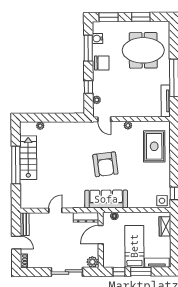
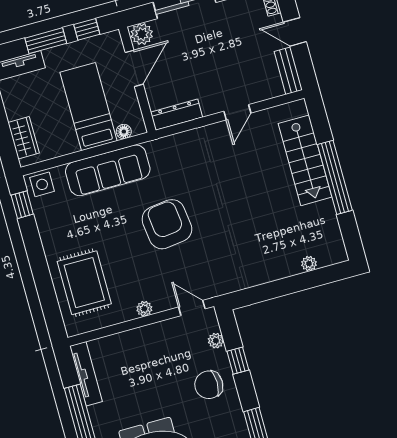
chair: (102, 63) -> (209, 385), moved
stairs: (28, 158) -> (305, 160), moved
sofa: (106, 199) -> (108, 170), moved
door: (101, 235) -> (134, 68), moved
bed: (134, 246) -> (89, 107), moved, turned 180

